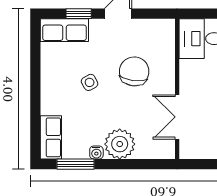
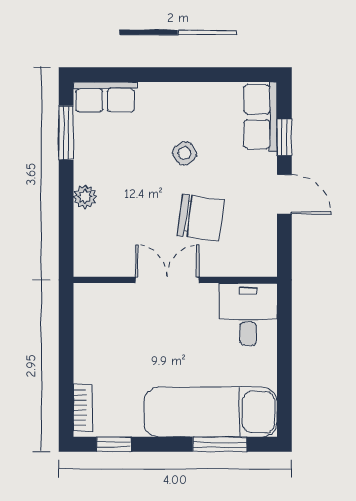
double door: (177, 117) -> (167, 280), moved
plant: (120, 144) -> (85, 197), width x0.53, depth x0.53
water cooler: (96, 153) -> (83, 163), removed

